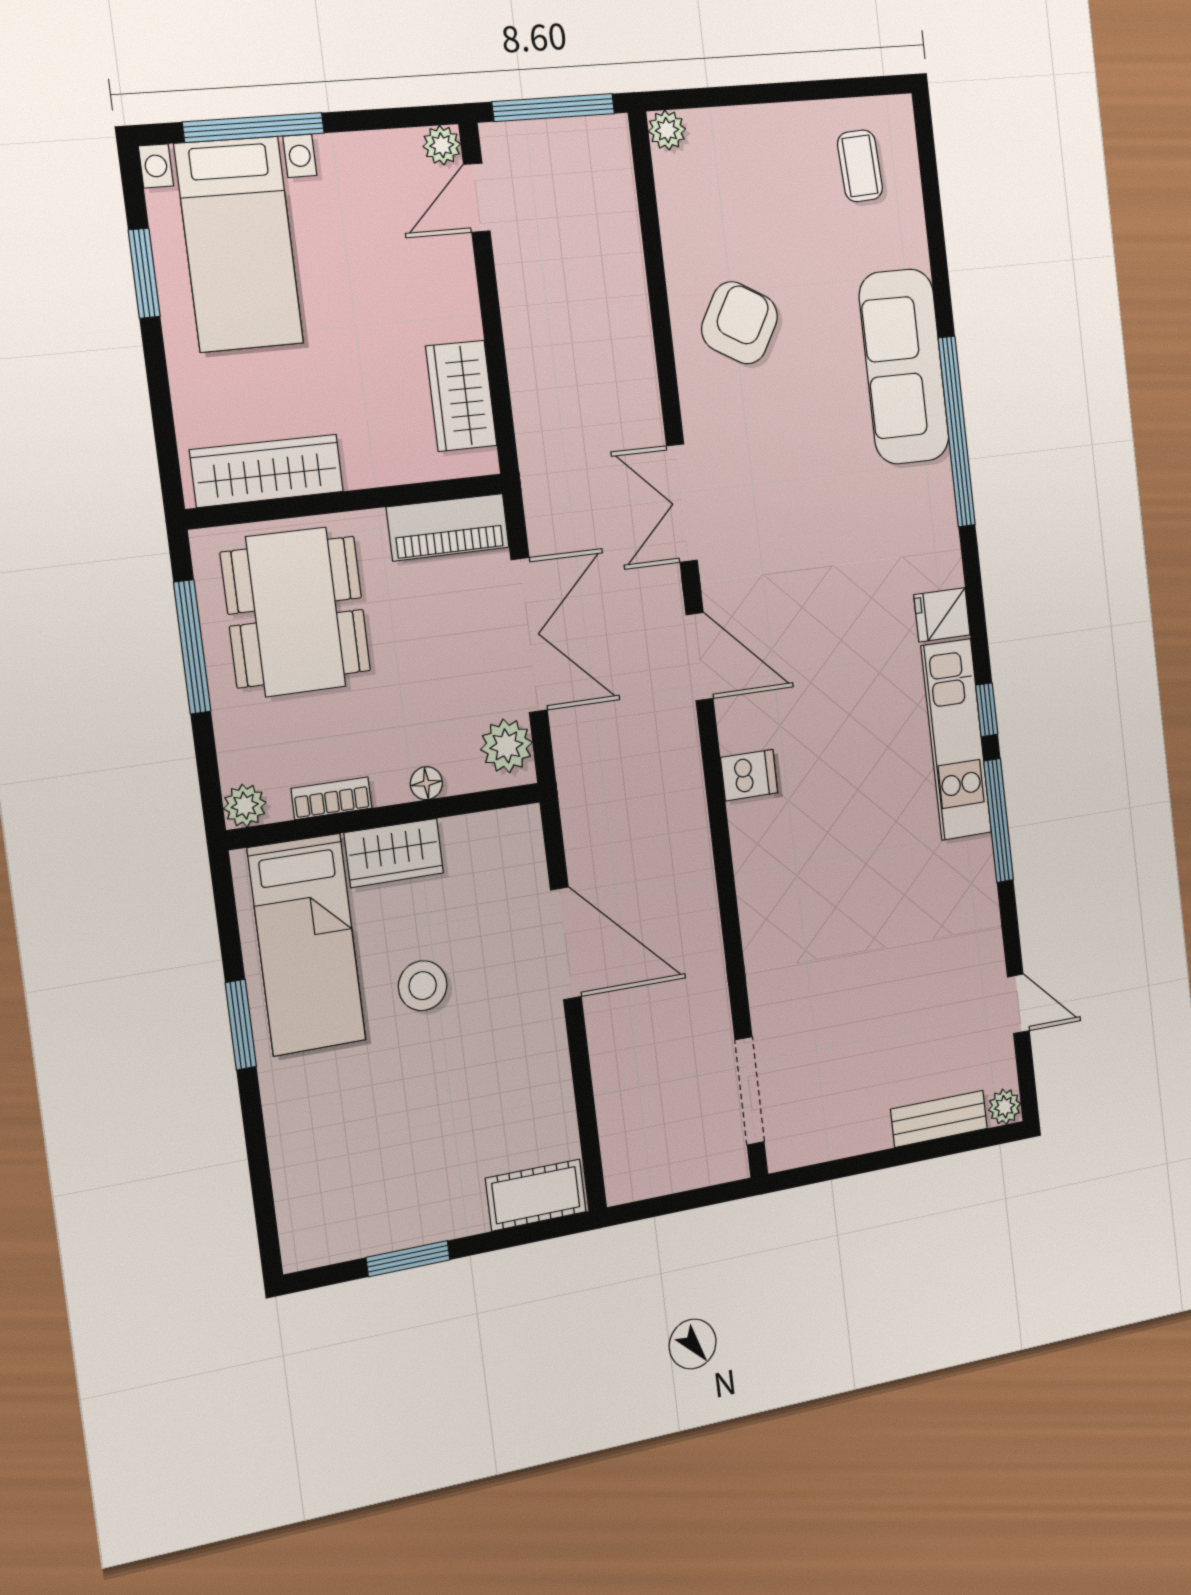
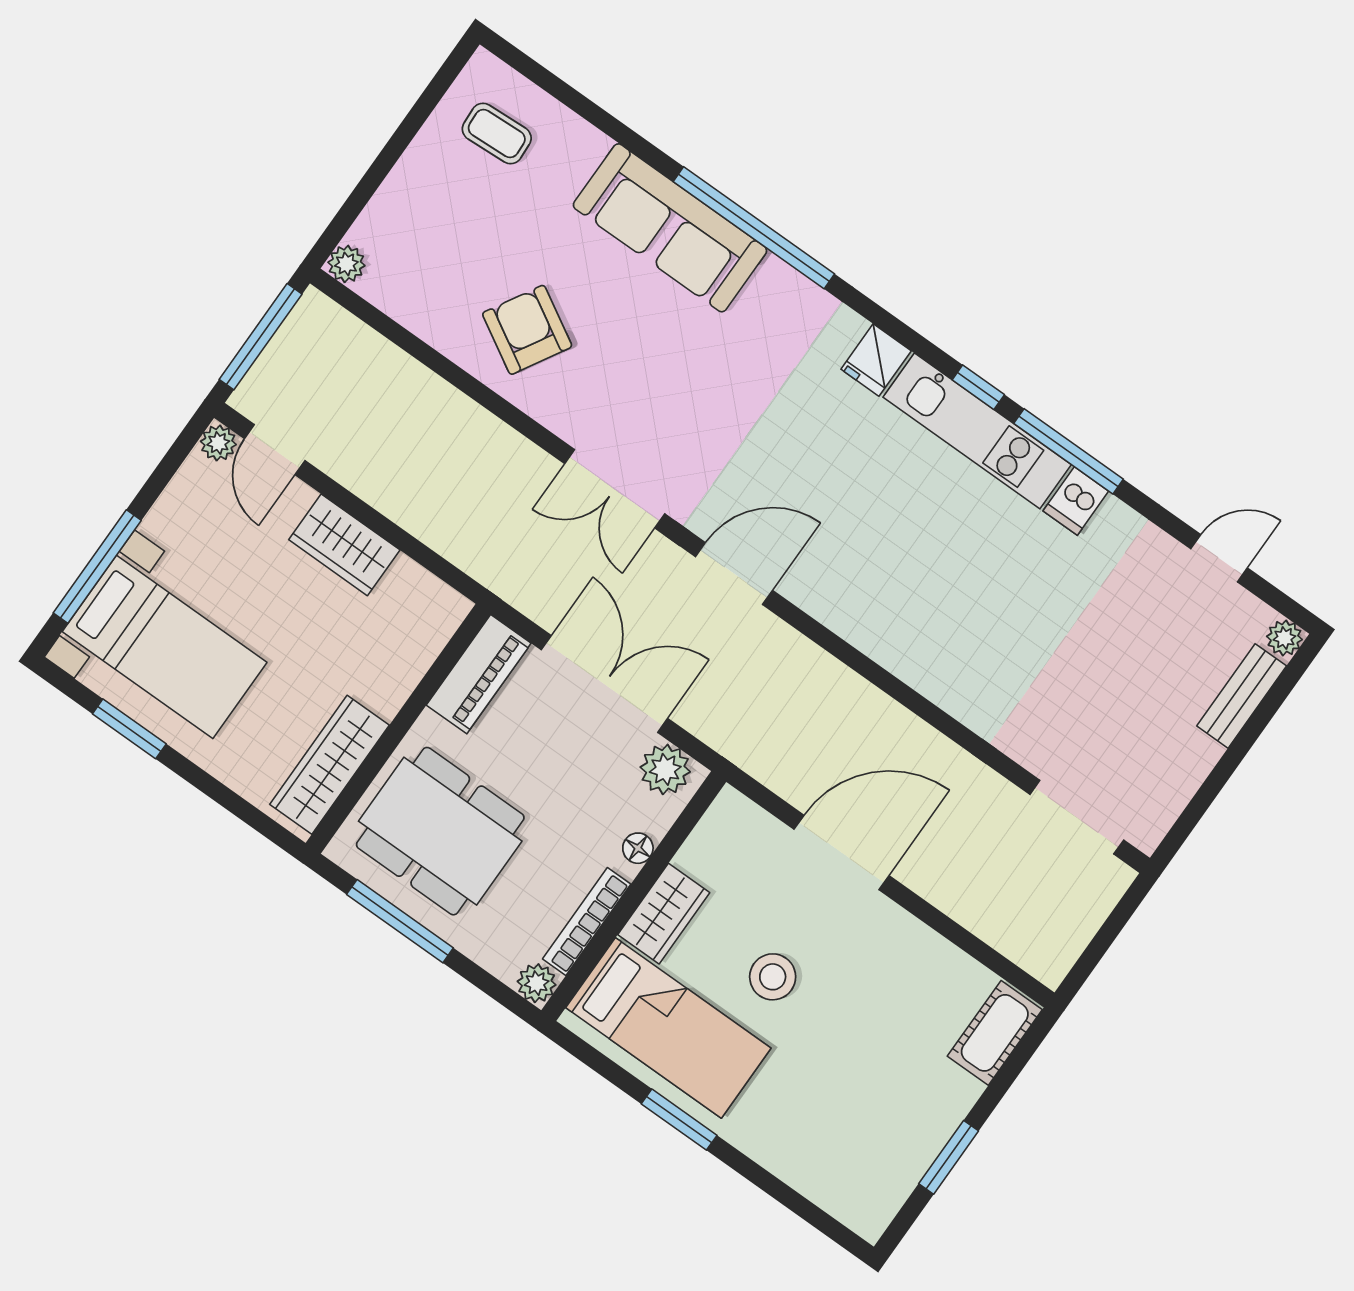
wardrobe: (461, 396) -> (344, 545), moved
dishwasher: (749, 775) -> (1076, 501), moved, turned 180
bookcase: (331, 798) -> (587, 922), width x1.56

